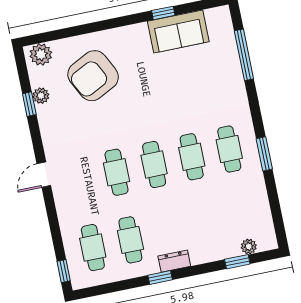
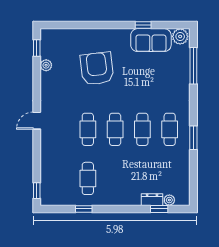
plant: (41, 54) -> (180, 36), moved
armchair: (93, 76) -> (97, 69), moved, turned 110
window: (29, 104) -> (37, 48), moved
cafe table: (93, 248) -> (61, 178), removed
dresser: (174, 261) -> (152, 200), moved
window: (160, 277) -> (84, 209), moved

